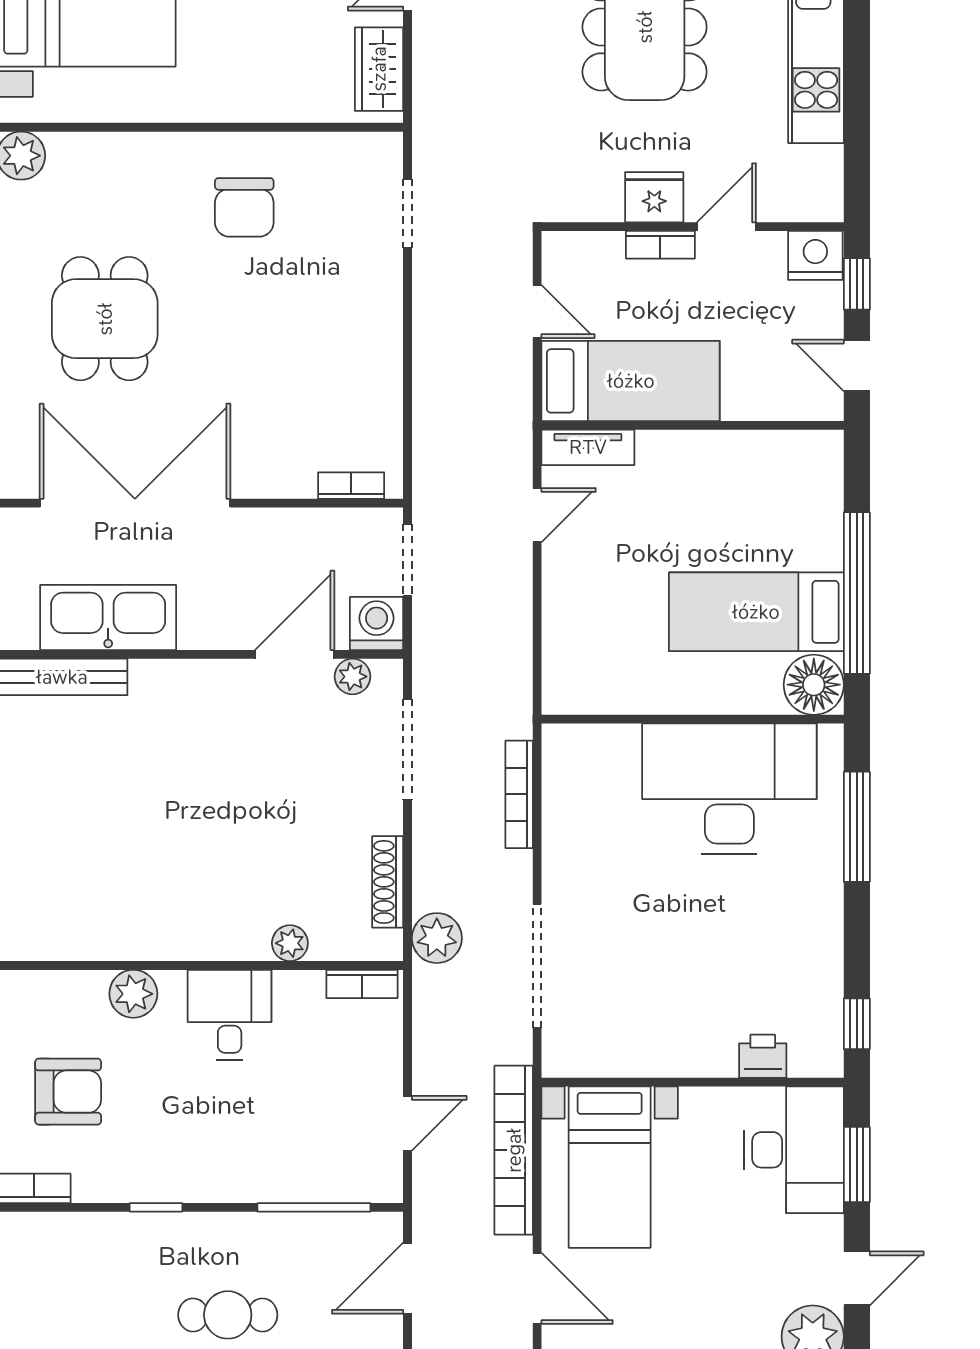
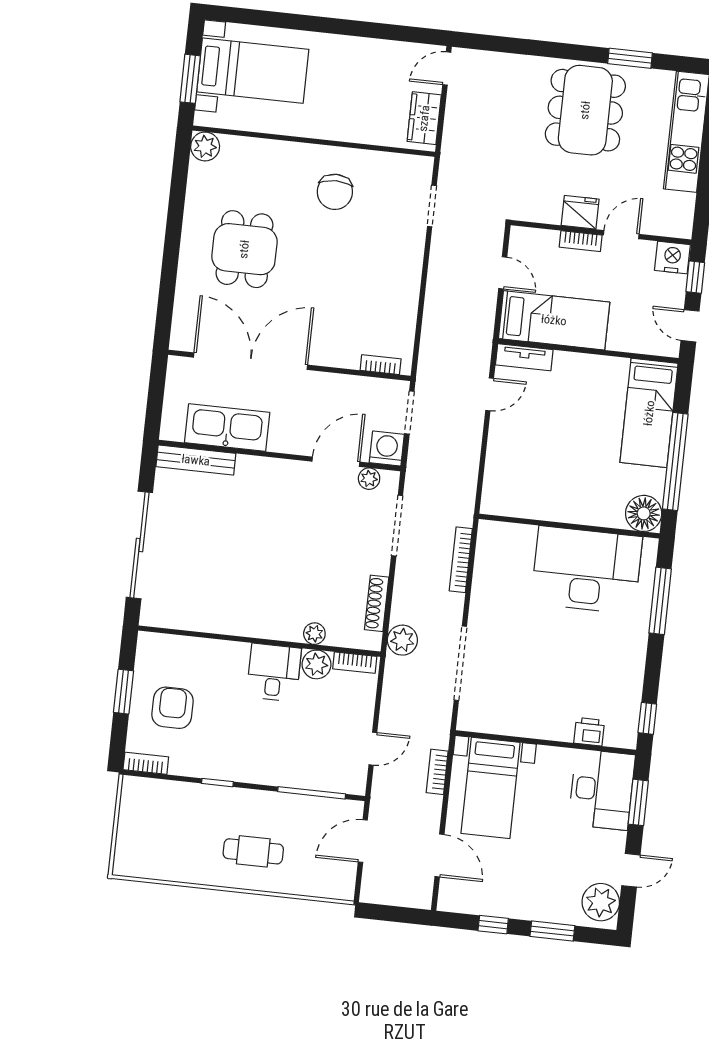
bed: (756, 612) -> (649, 413), moved, turned -90
plant: (133, 994) -> (317, 664), moved
armchair: (68, 1092) -> (173, 708), turned -90
bookcase: (514, 1150) -> (437, 772), width x0.43, depth x0.76

